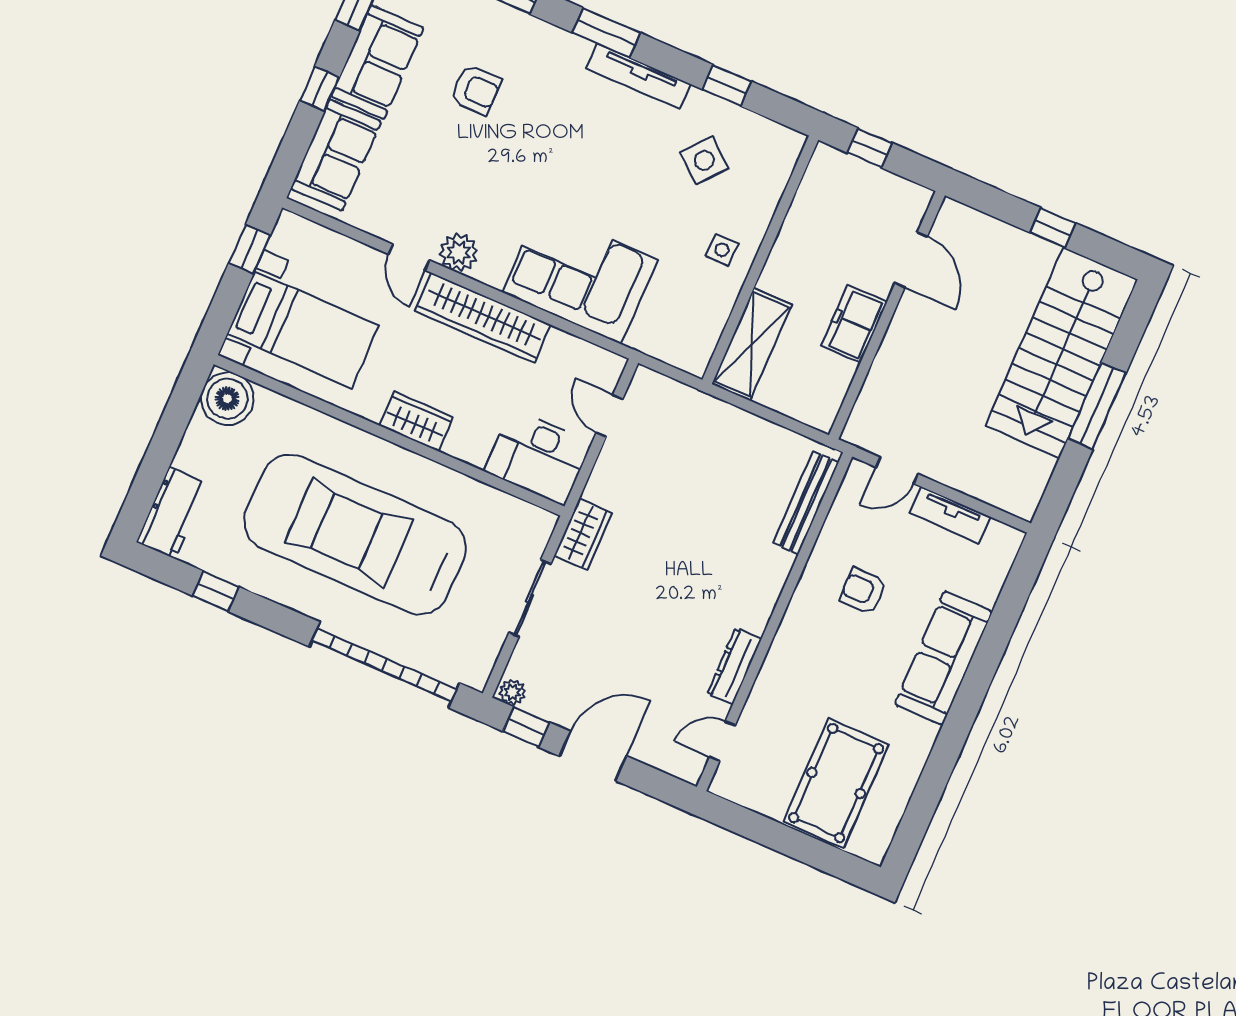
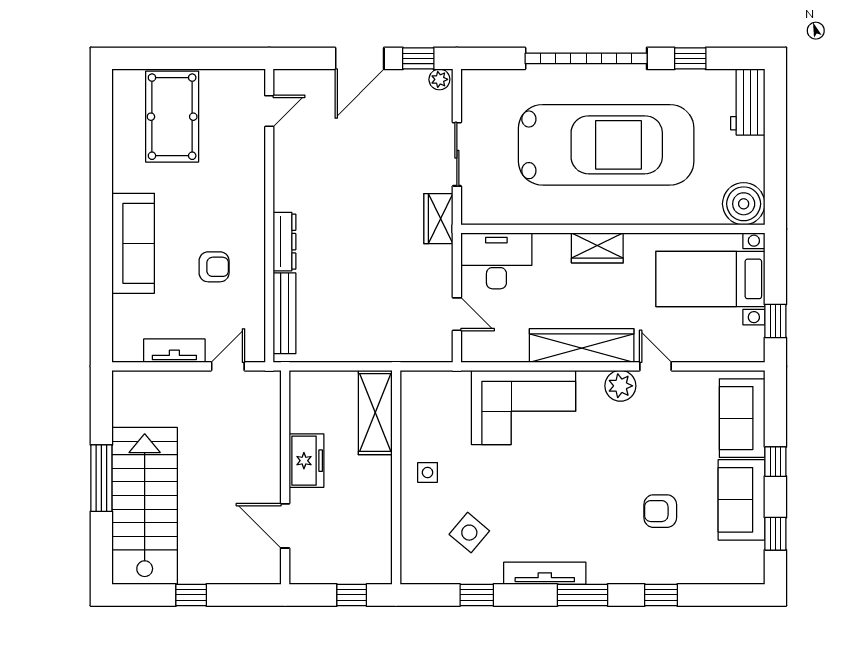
garage door: (384, 665) -> (586, 58), moved
dresser: (734, 666) -> (285, 242), moved

